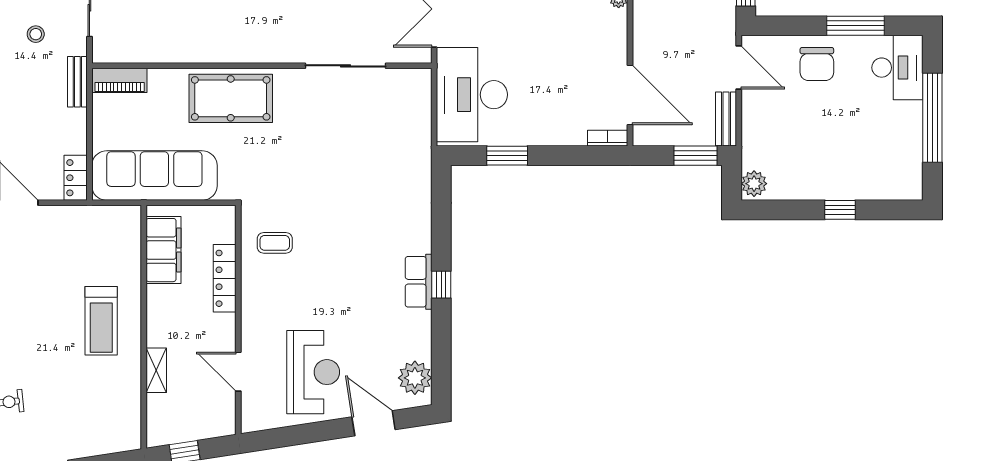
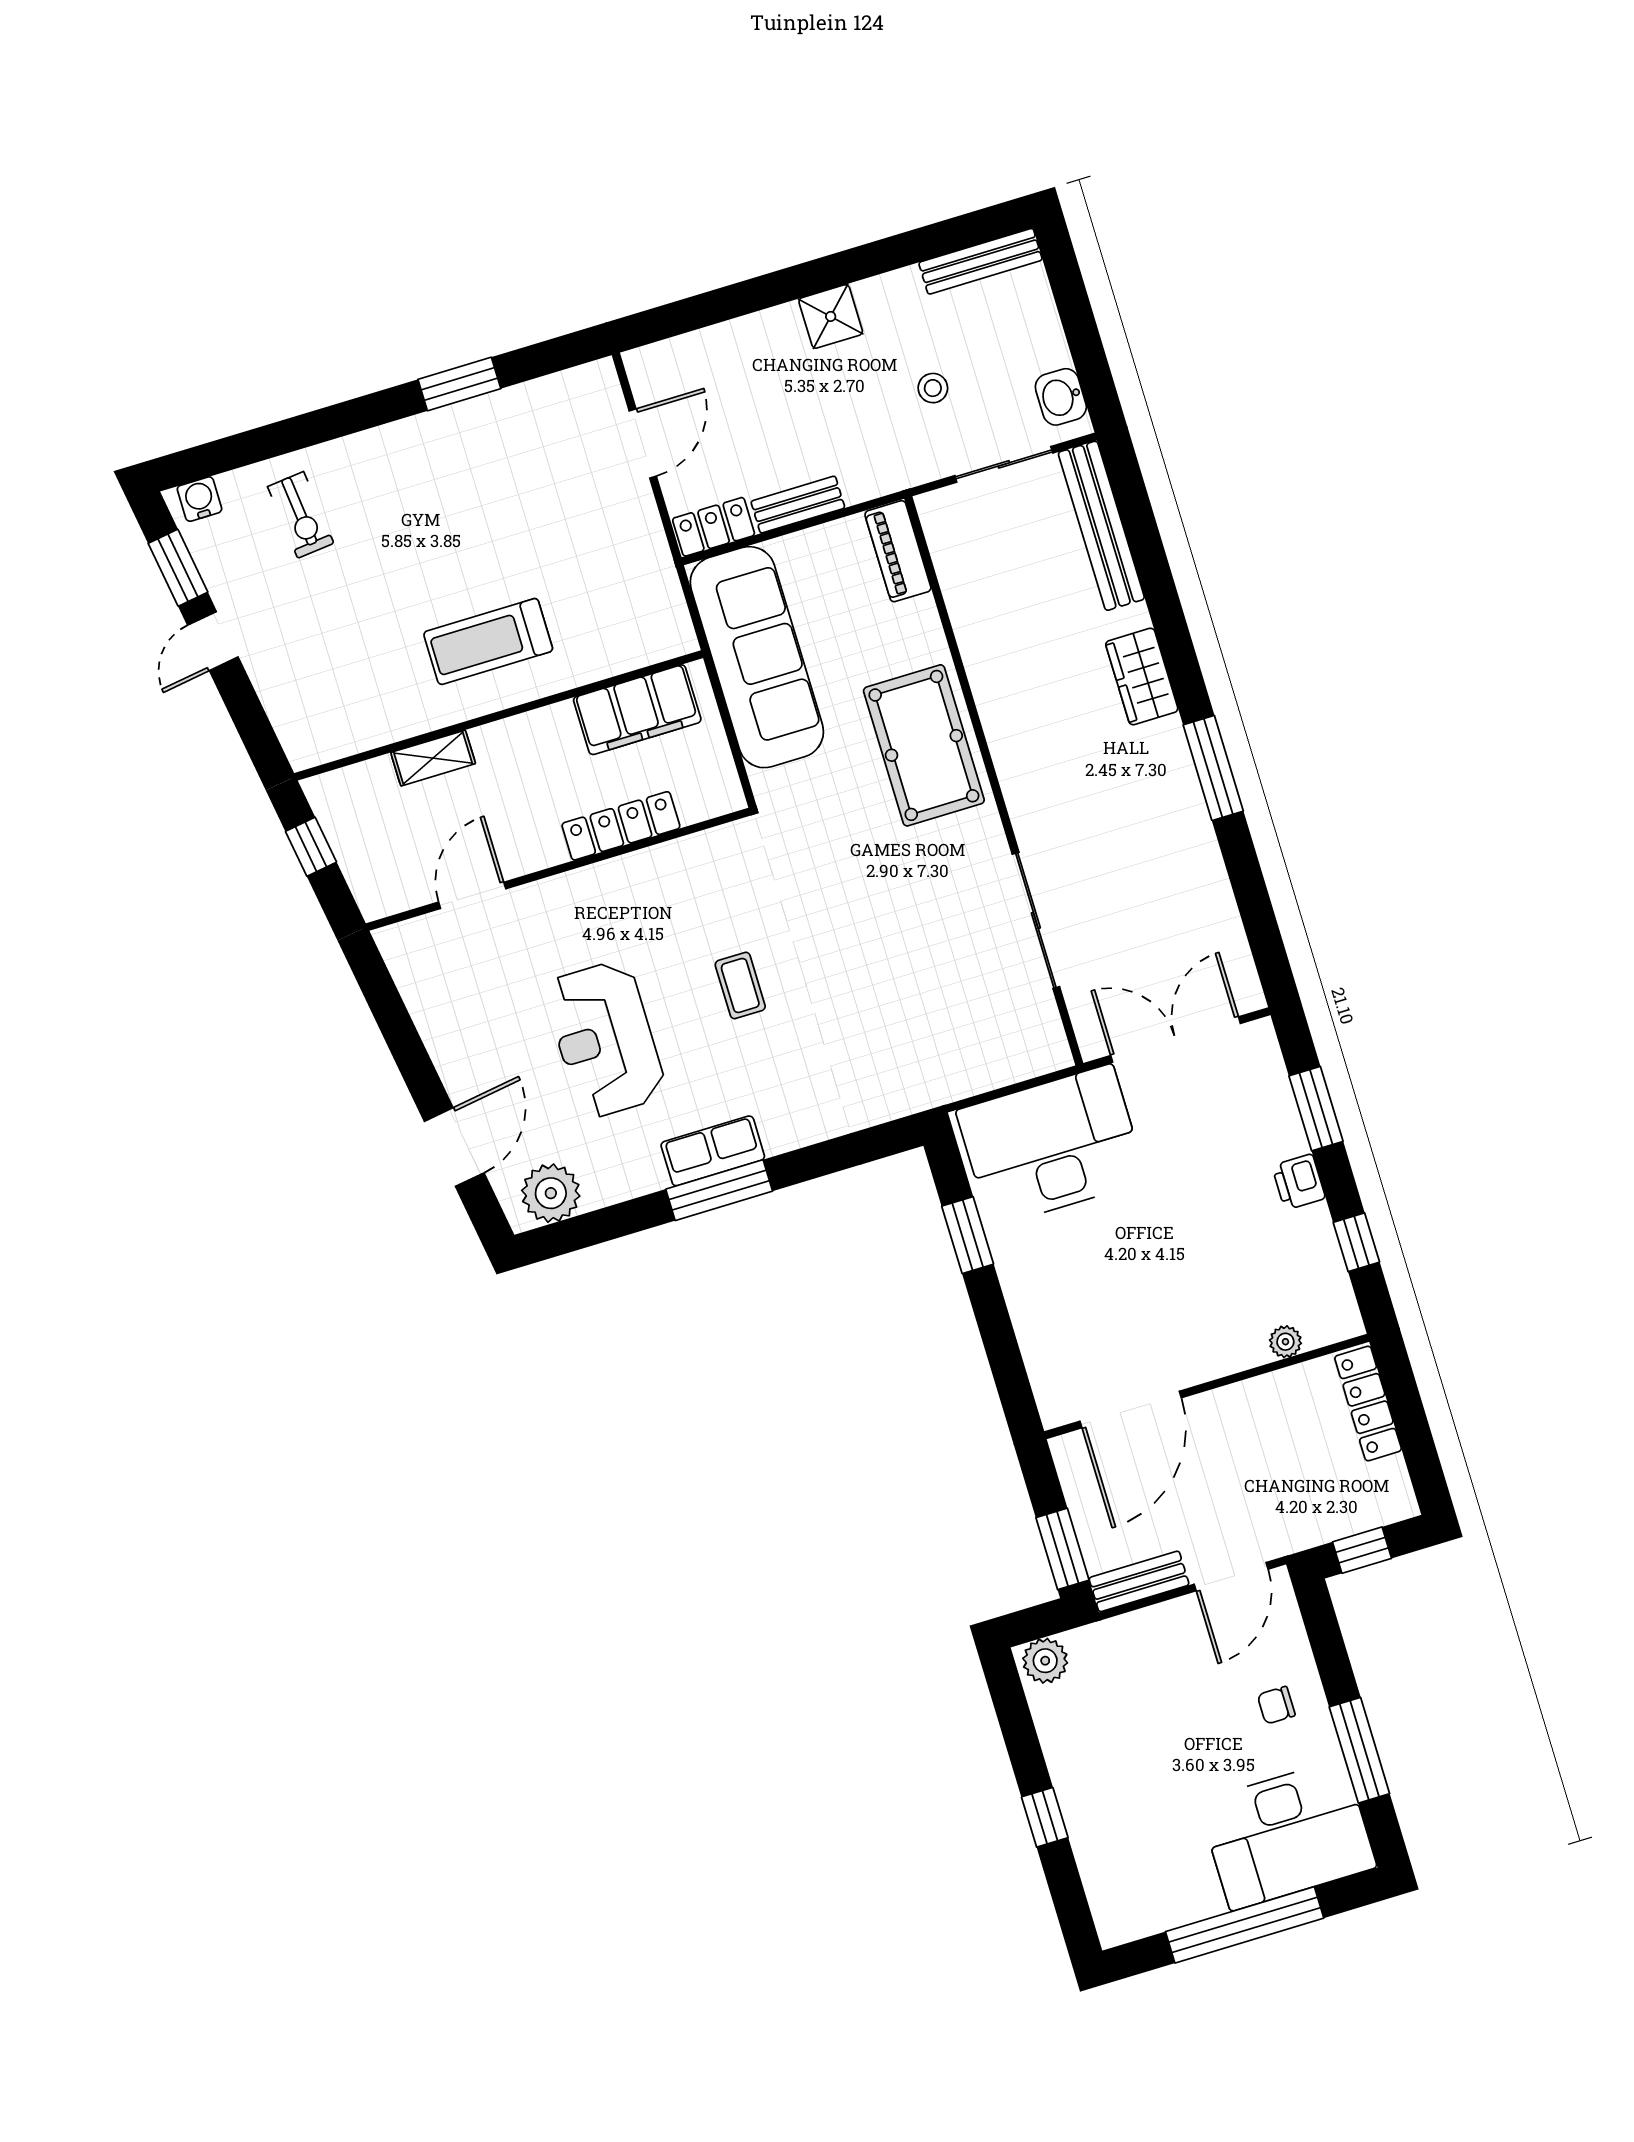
chair: (817, 64) -> (1276, 1705), width x0.54, depth x0.54
desk: (897, 68) -> (1287, 1835), width x1.36, depth x1.30
bench: (77, 82) -> (798, 505), moved
bookcase: (608, 138) -> (1047, 1394), removed
coffee table: (275, 243) -> (740, 986), moved
window: (441, 285) -> (719, 1190), width x2.17
reception desk: (313, 372) -> (605, 1039), moved, turned 90

